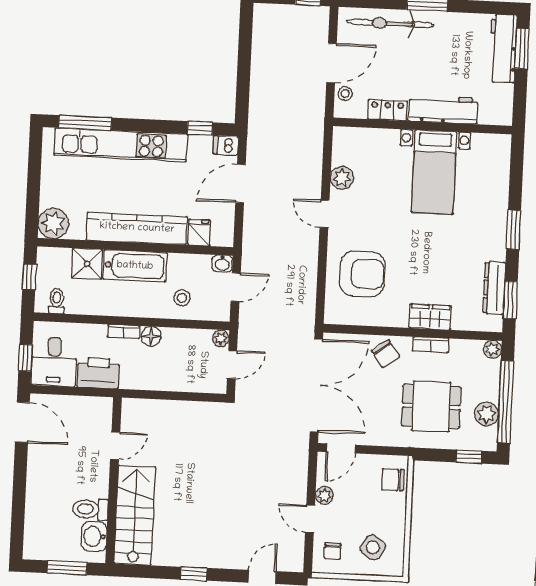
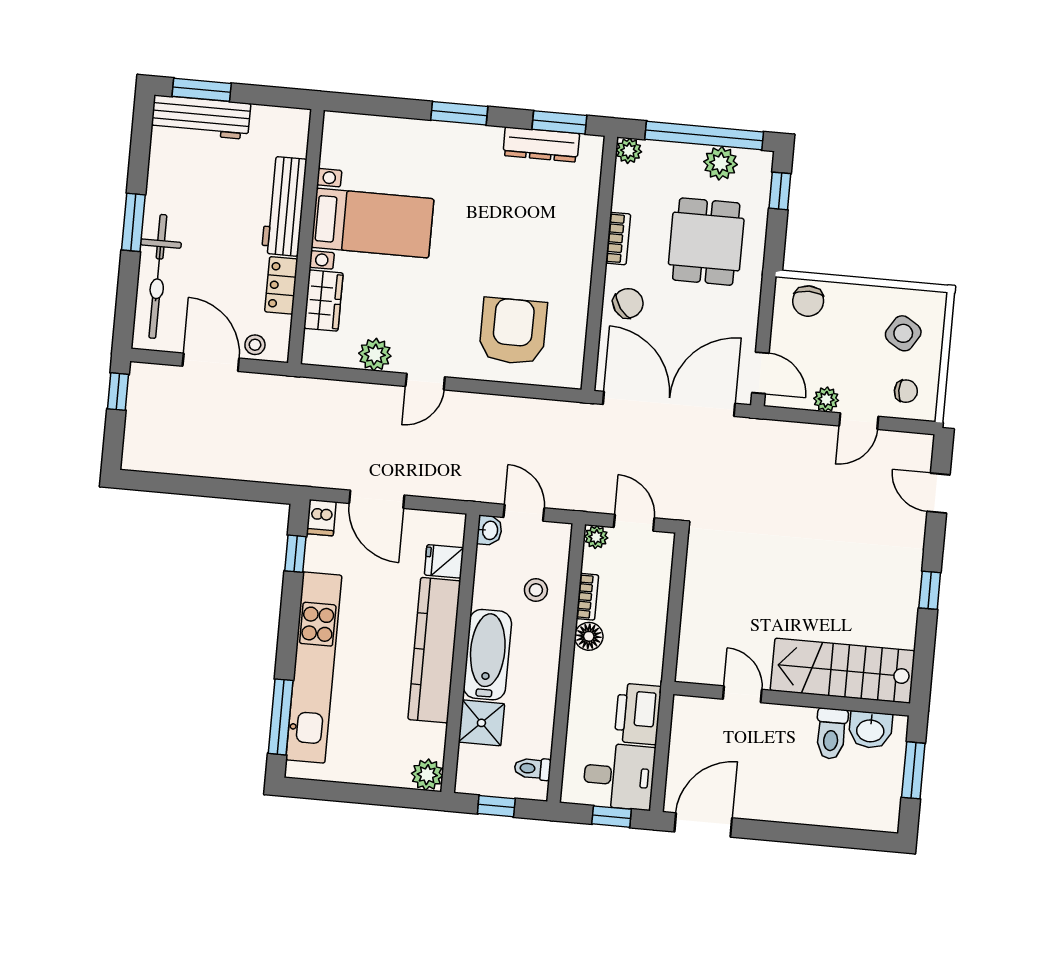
plant: (53, 223) -> (427, 775), width x0.73, depth x0.73
wardrobe: (430, 317) -> (323, 301), moved, turned 180
bookcase: (124, 332) -> (587, 597), moved

